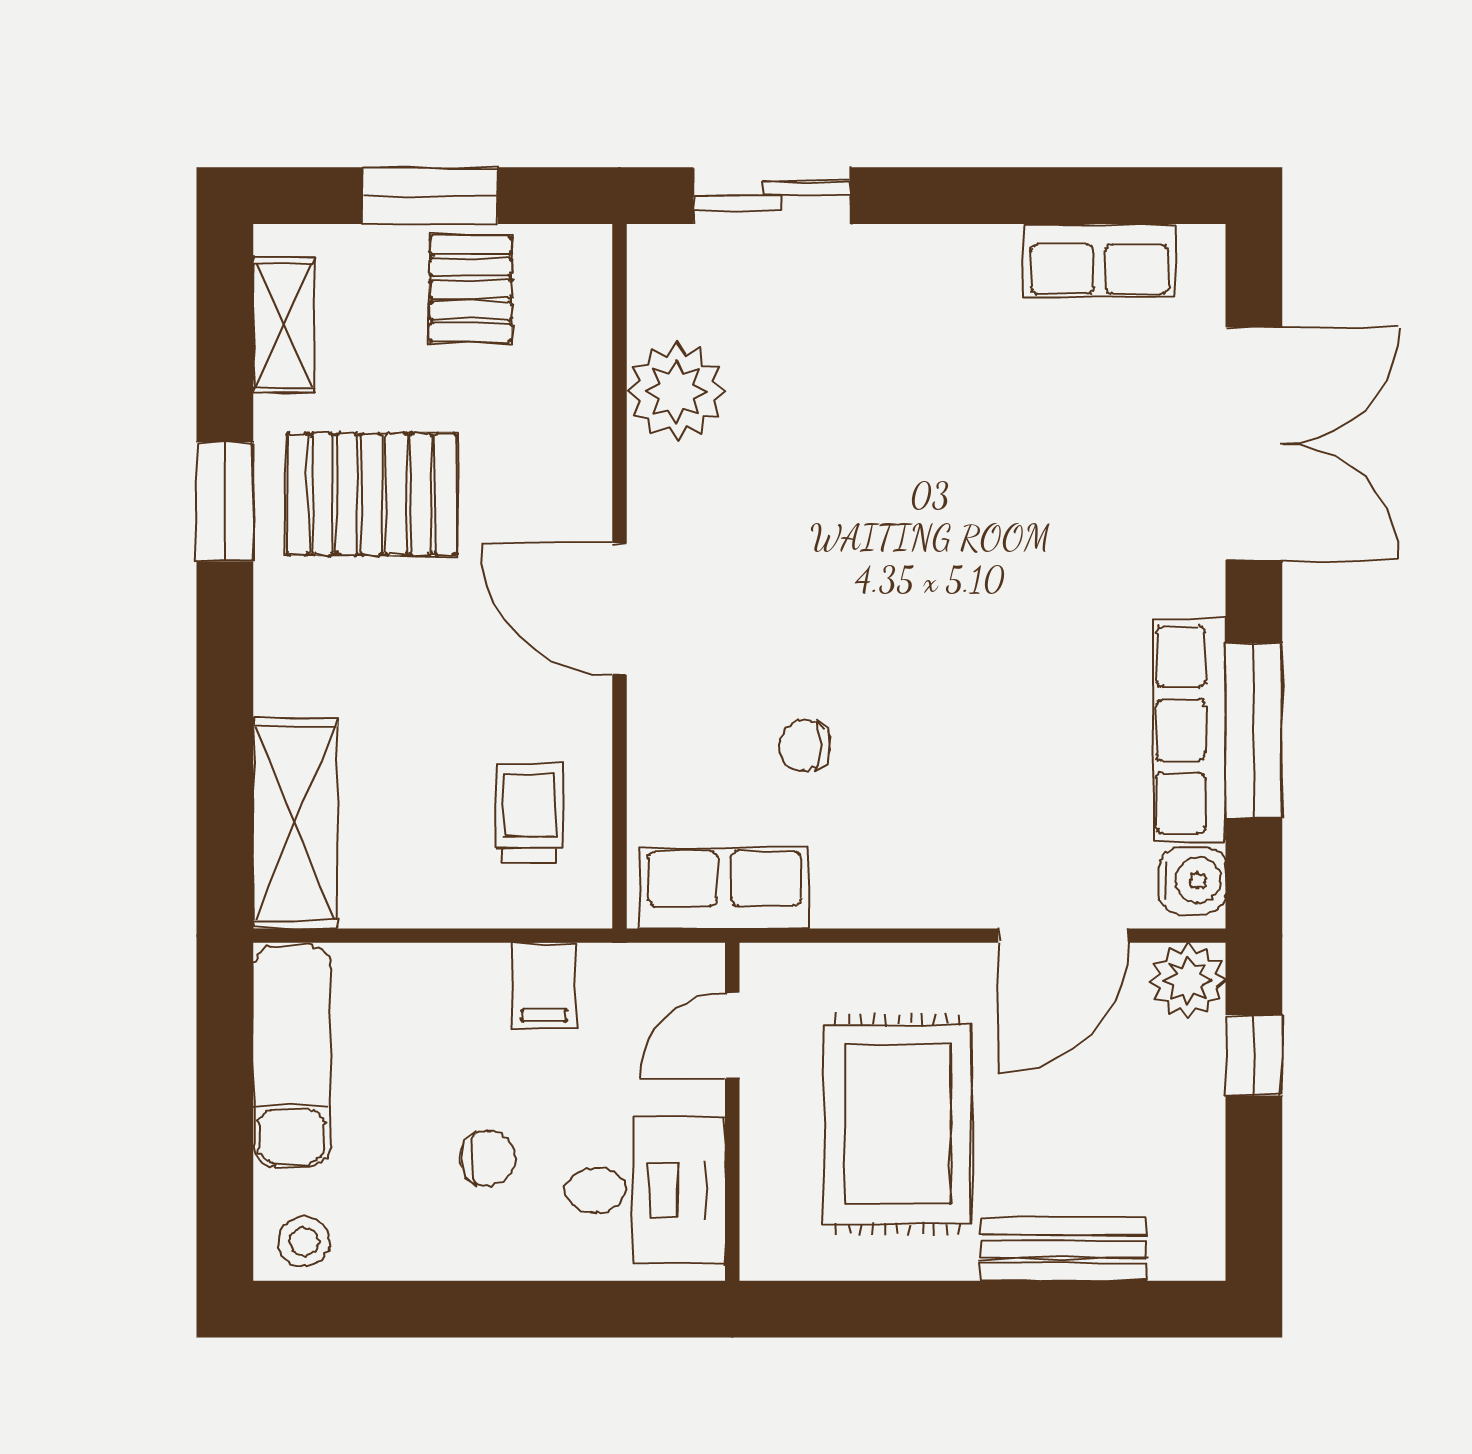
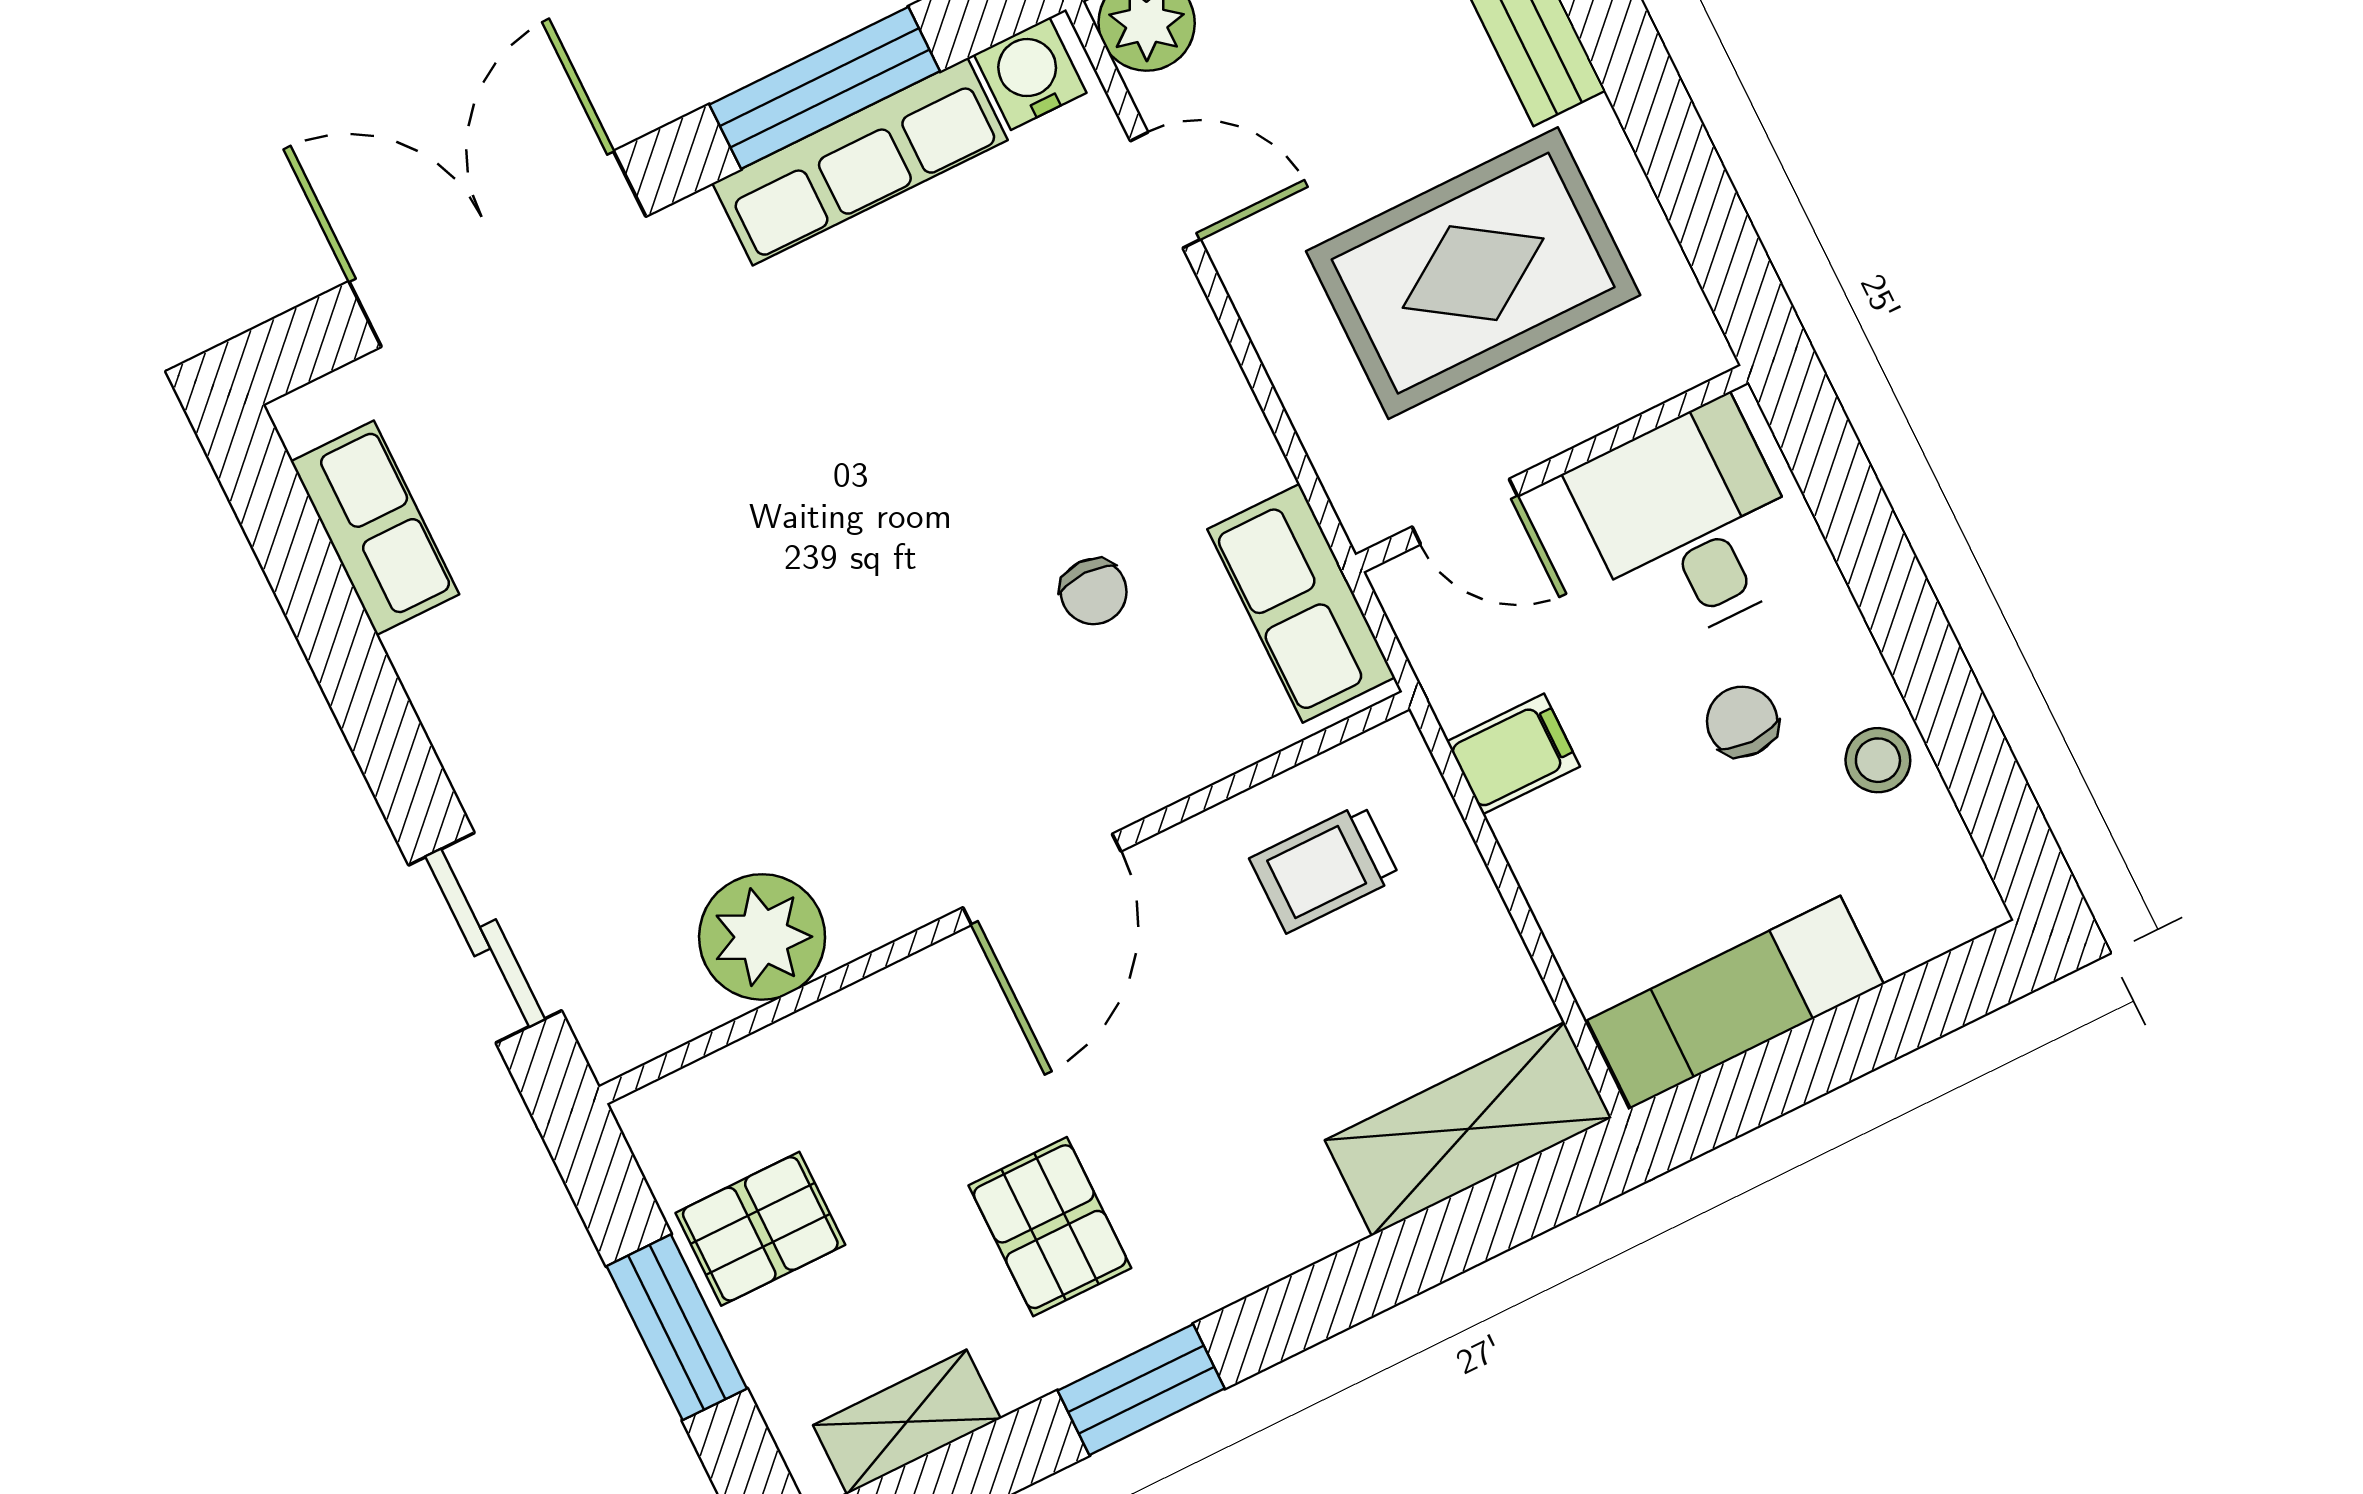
pallet: (372, 494) -> (1050, 1227), width x0.67, depth x0.71
door: (1063, 936) -> (1165, 190), width x0.73
stool: (304, 1241) -> (1878, 760), moved

